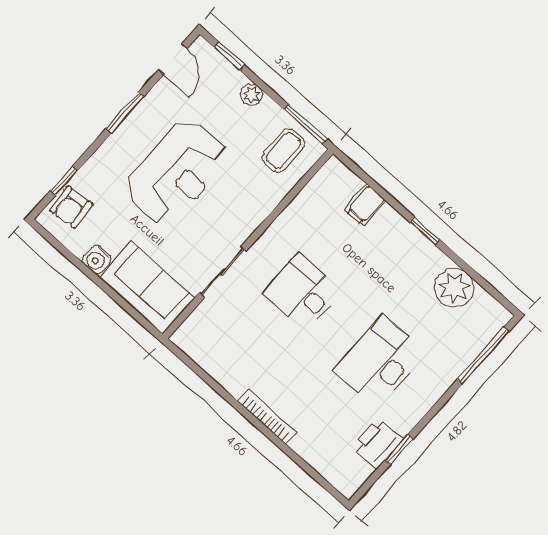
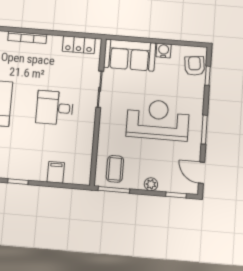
reception desk: (177, 172) -> (158, 120), turned 90
desk: (302, 292) -> (55, 108), turned 180
locker: (205, 354) -> (79, 45), added

